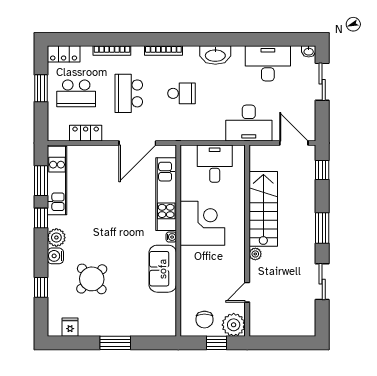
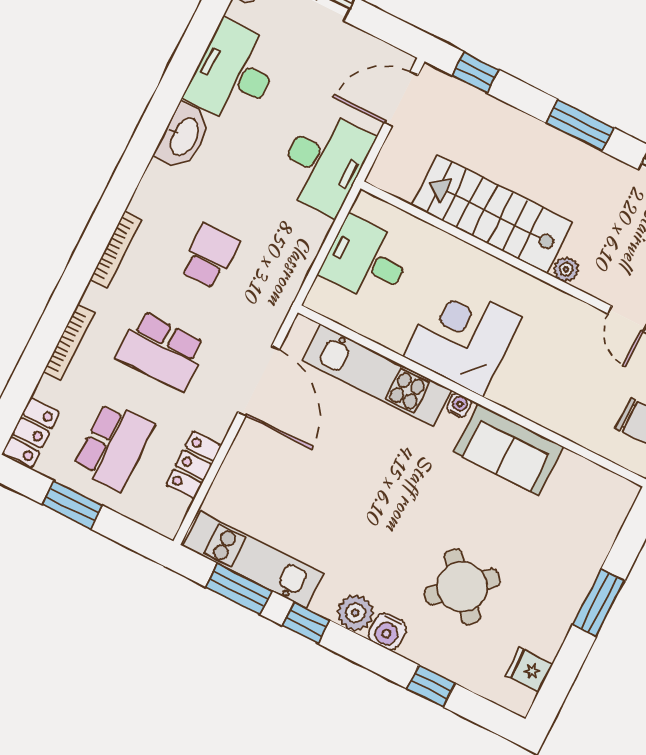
washbasin: (215, 55) -> (183, 136), moved

